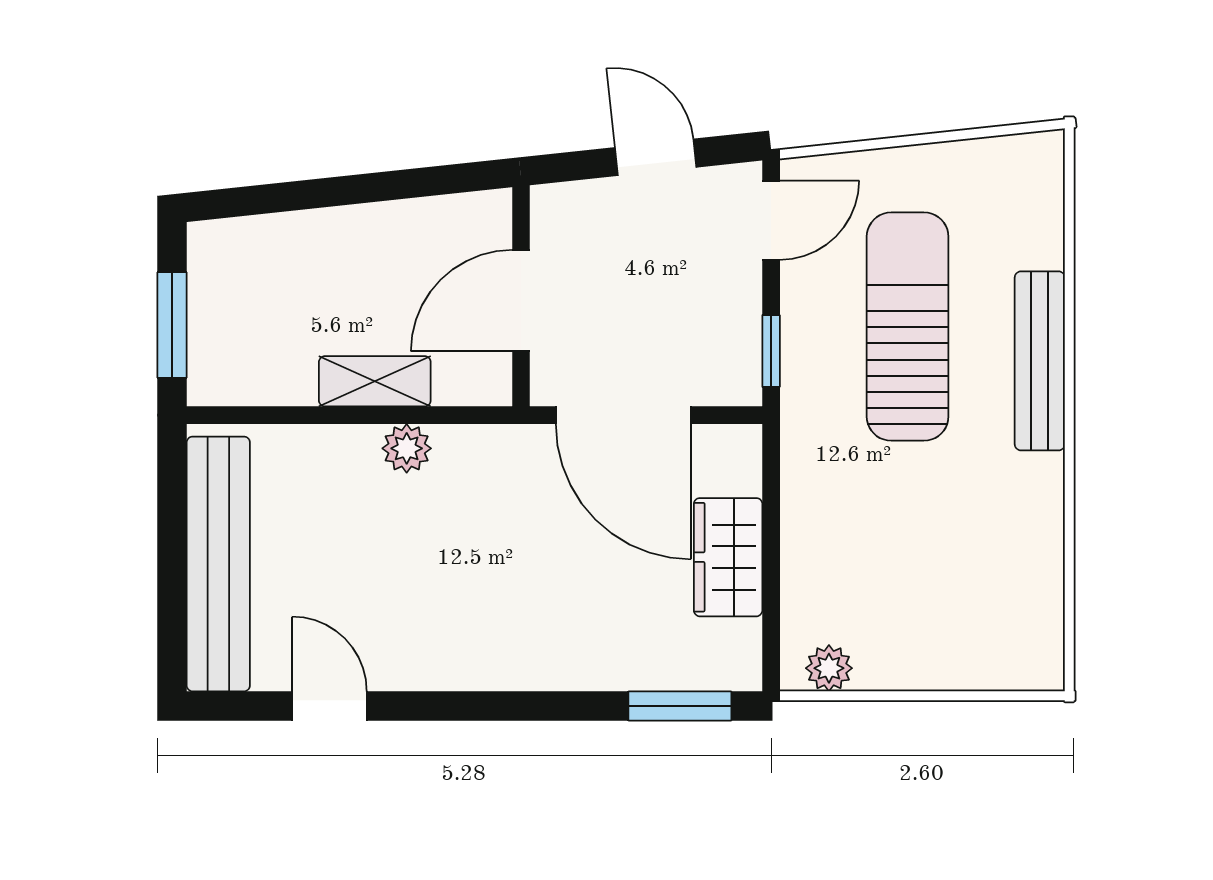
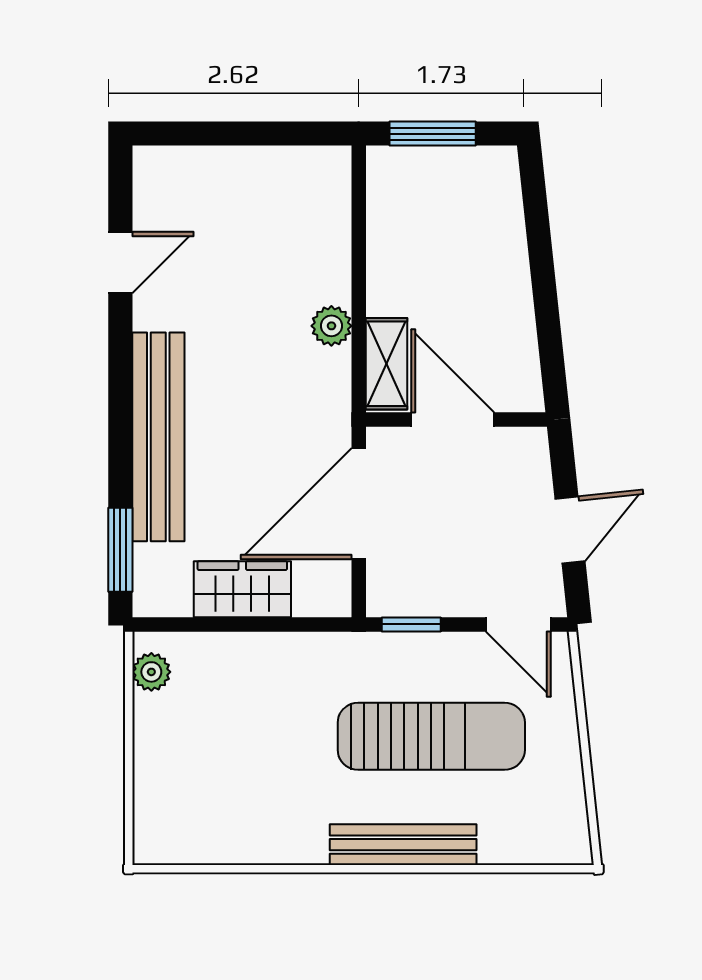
shelving: (375, 381) -> (386, 364), moved
bench: (218, 564) -> (158, 437), moved, turned 90

